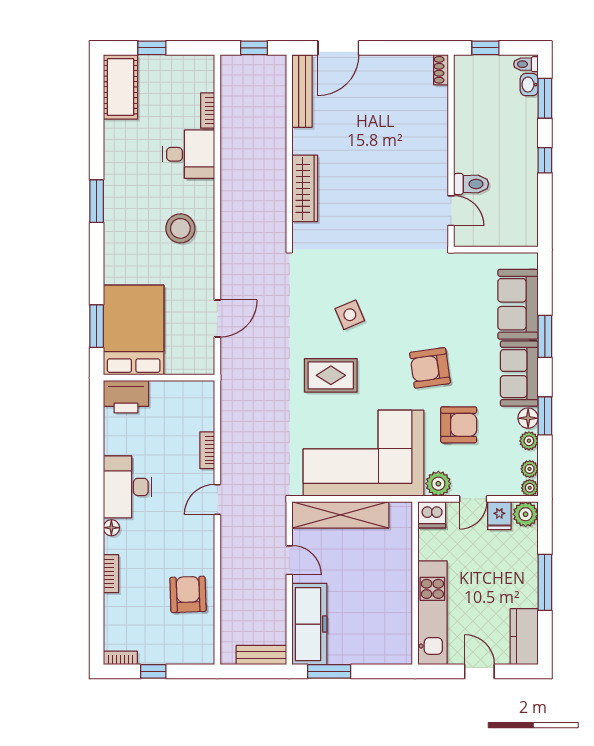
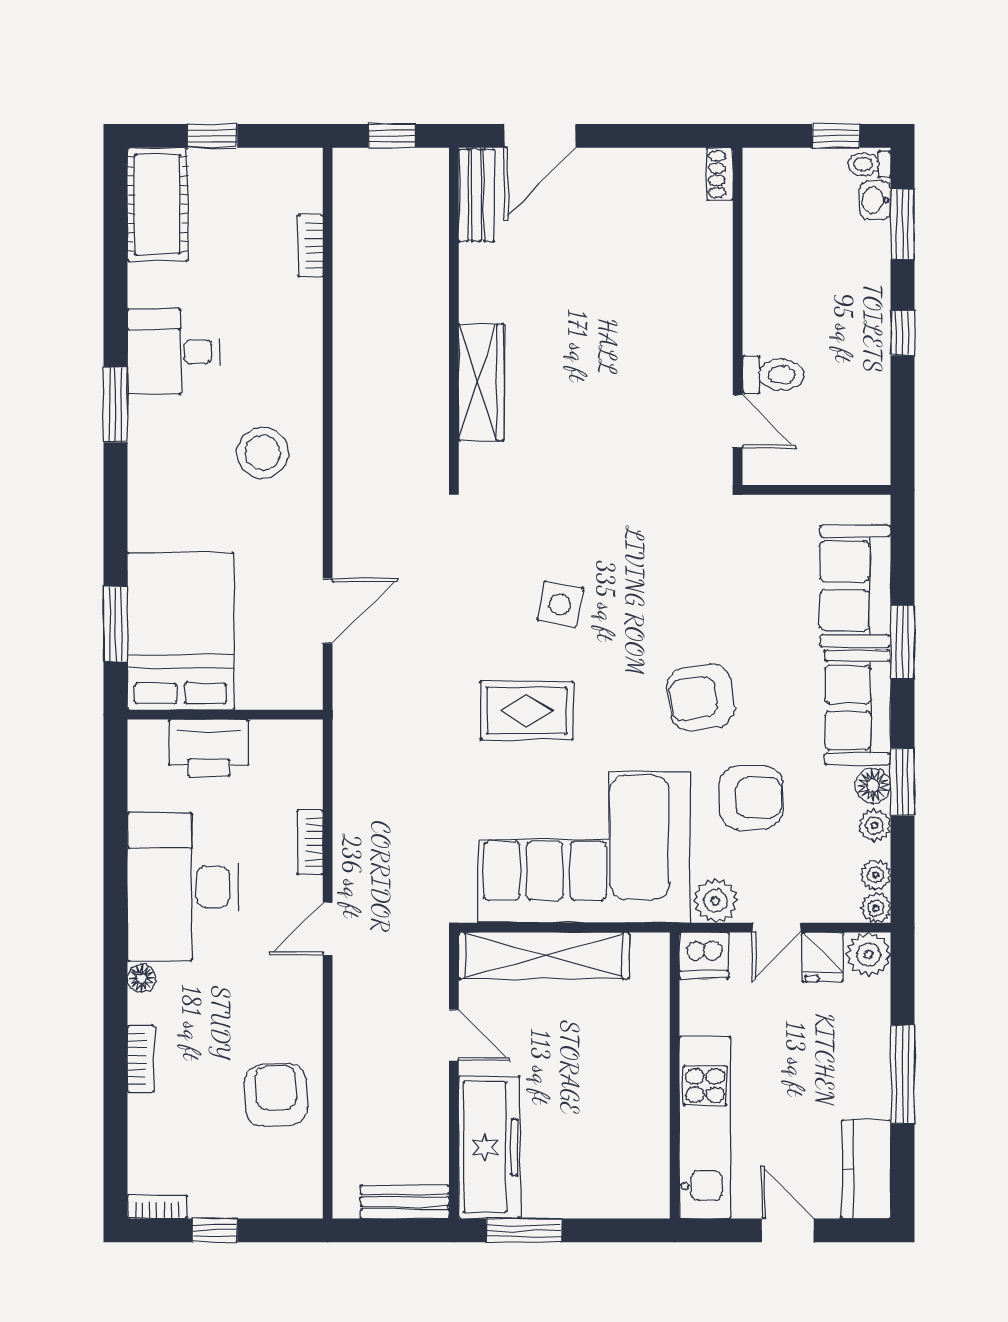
window: (485, 48) -> (836, 136), moved
bench: (302, 91) -> (476, 195), width x0.73
desk: (189, 154) -> (173, 352), moved, turned 180
side table: (350, 315) -> (560, 604), turned 34
printer: (126, 397) -> (209, 748), moved
desk: (128, 487) -> (183, 887), width x1.36, depth x1.30

